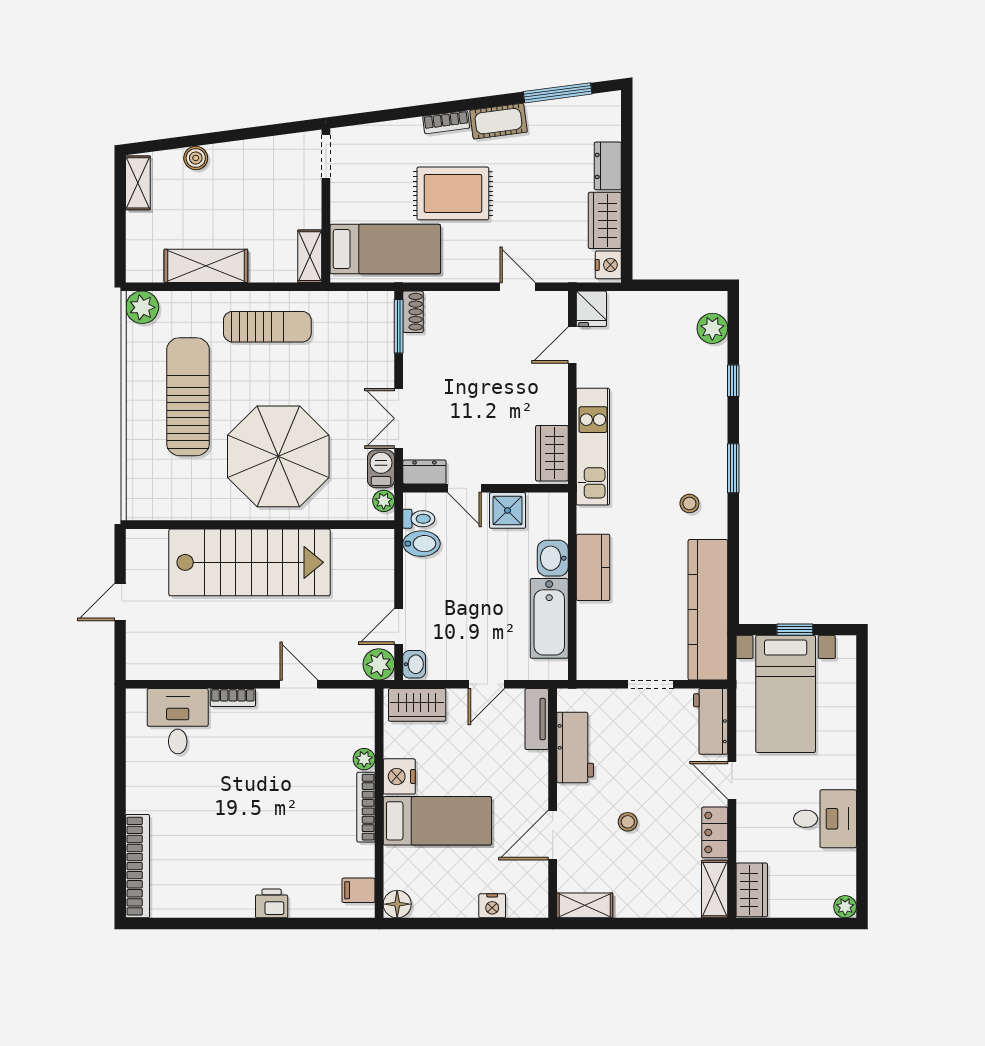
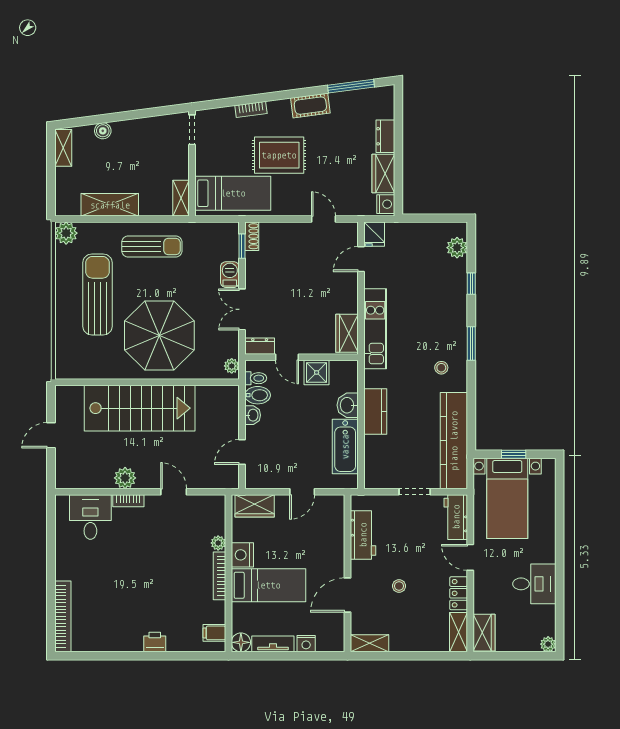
bookcase: (446, 122) -> (251, 109), moved
window: (399, 326) -> (242, 246), width x0.67
barbecue: (381, 469) -> (230, 275), moved
plant: (379, 664) -> (125, 478), moved
washbasin: (414, 664) -> (253, 415), moved
tv unit: (537, 719) -> (273, 644), moved, turned 90

